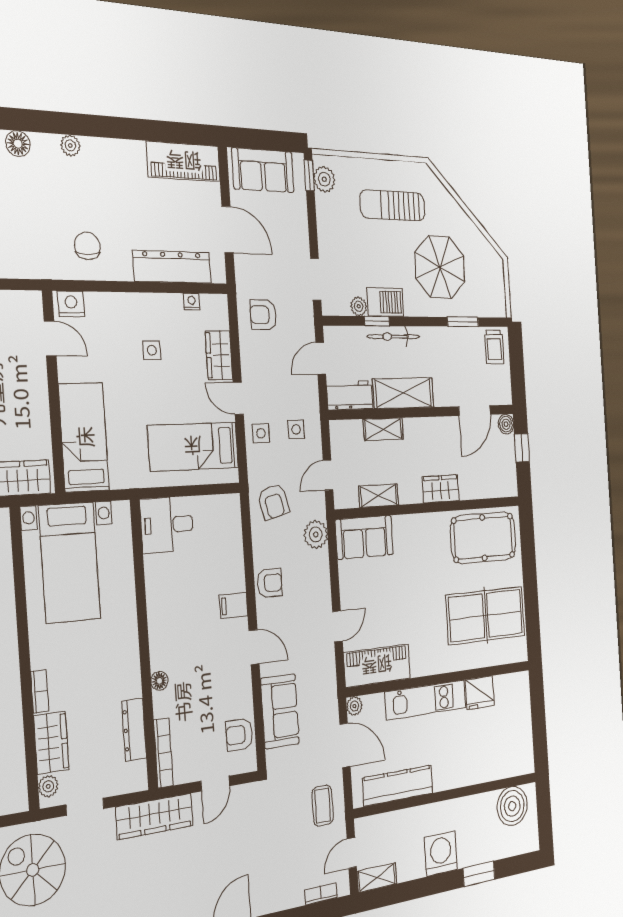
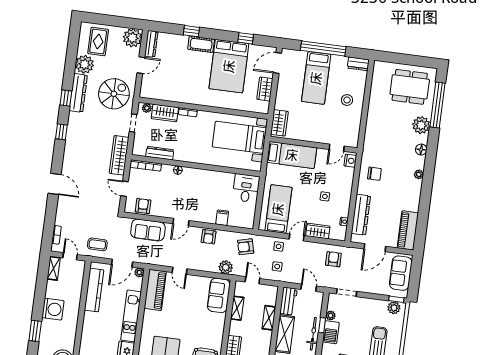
filing cabinet: (233, 605) -> (222, 218), moved

